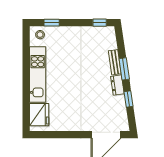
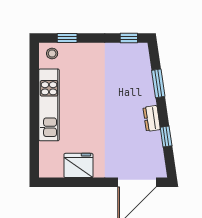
bench: (115, 62) -> (148, 89), removed
window: (124, 69) -> (158, 83), moved
fridge: (39, 115) -> (78, 165), moved, turned -90

